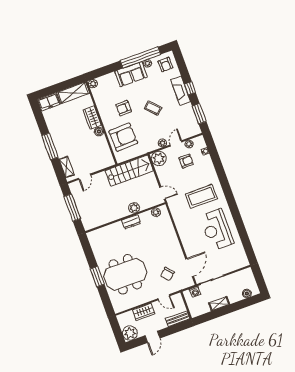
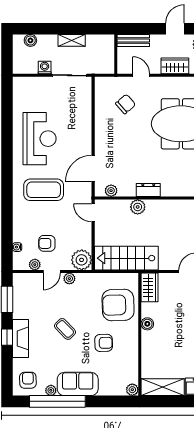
wardrobe: (92, 118) -> (150, 287), moved
door: (190, 268) -> (93, 168), moved
washing machine: (195, 292) -> (45, 68), moved

